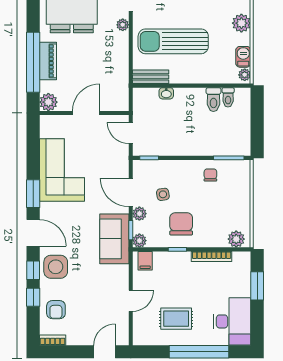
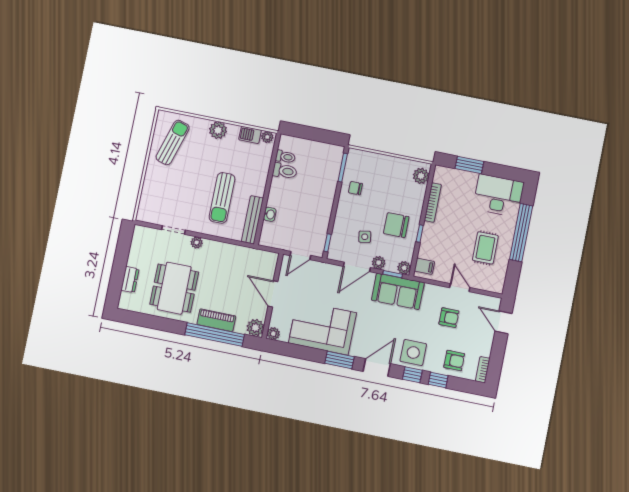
sun lounger: (173, 41) -> (222, 198), width x0.73, depth x0.75
bench: (151, 77) -> (252, 220), width x1.36
plant: (46, 121) -> (273, 334), added
armchair: (98, 296) -> (449, 318), added

